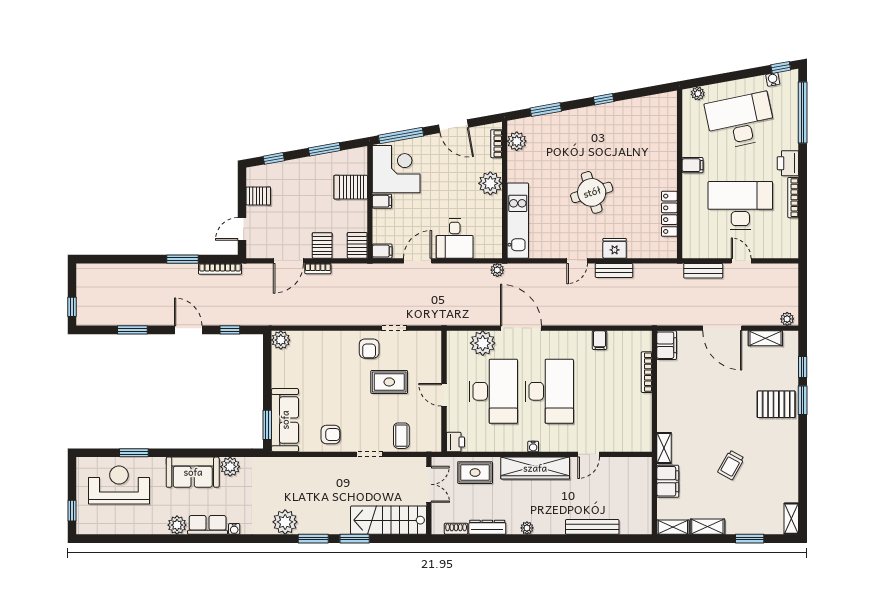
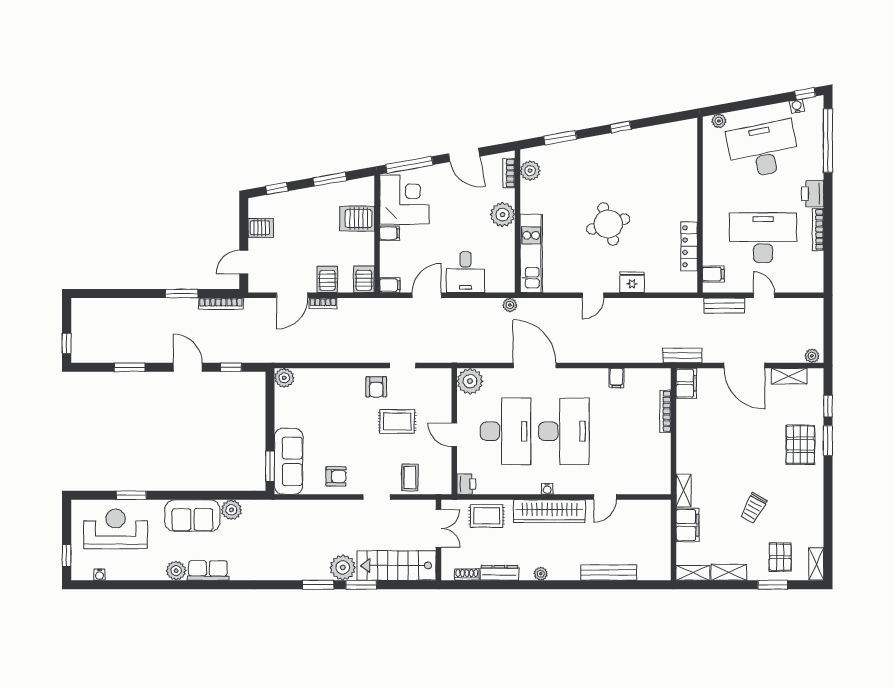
filing cabinet: (693, 165) -> (713, 274), moved
bench: (614, 270) -> (682, 355), moved
plant: (483, 343) -> (470, 381), moved
pallet: (776, 404) -> (800, 445), turned 90
pallet: (757, 512) -> (780, 557), added
plant: (285, 522) -> (343, 567), moved
water cooler: (234, 529) -> (100, 575), moved

